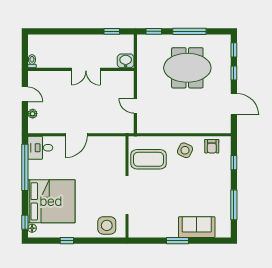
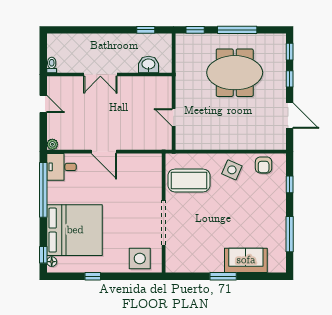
washbasin: (126, 61) -> (148, 64), moved
double door: (86, 69) -> (100, 75), moved
plant: (33, 114) -> (52, 144), moved
door: (76, 135) -> (104, 152), hinge flipped

